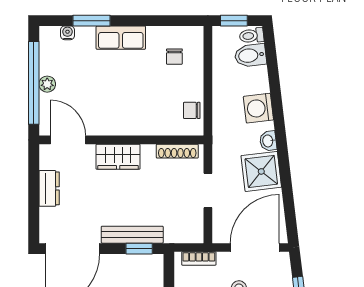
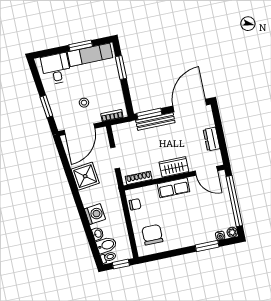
row of seats: (121, 38) -> (174, 188), moved, turned 180
chair: (174, 57) -> (152, 235), width x1.87, depth x1.87
plant: (47, 84) -> (232, 232), moved
washbasin: (268, 141) -> (98, 234), moved
window: (139, 249) -> (149, 114), width x1.50

